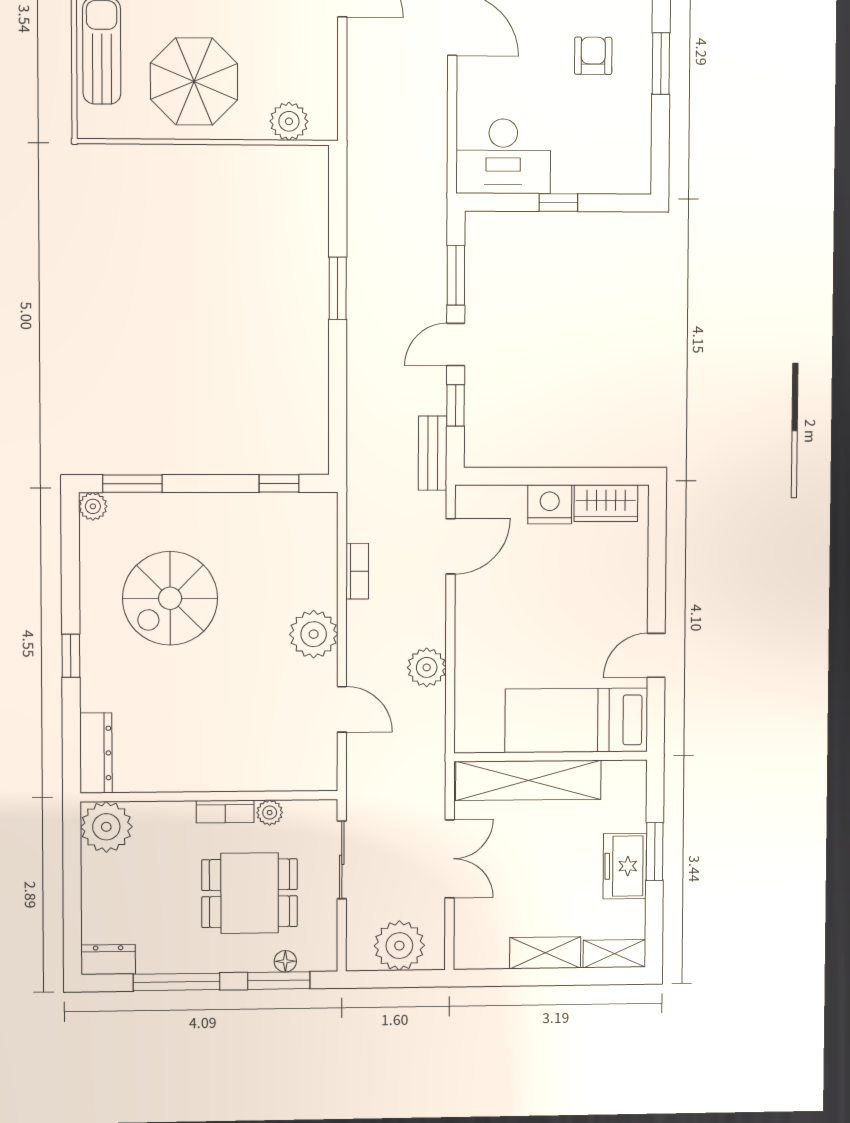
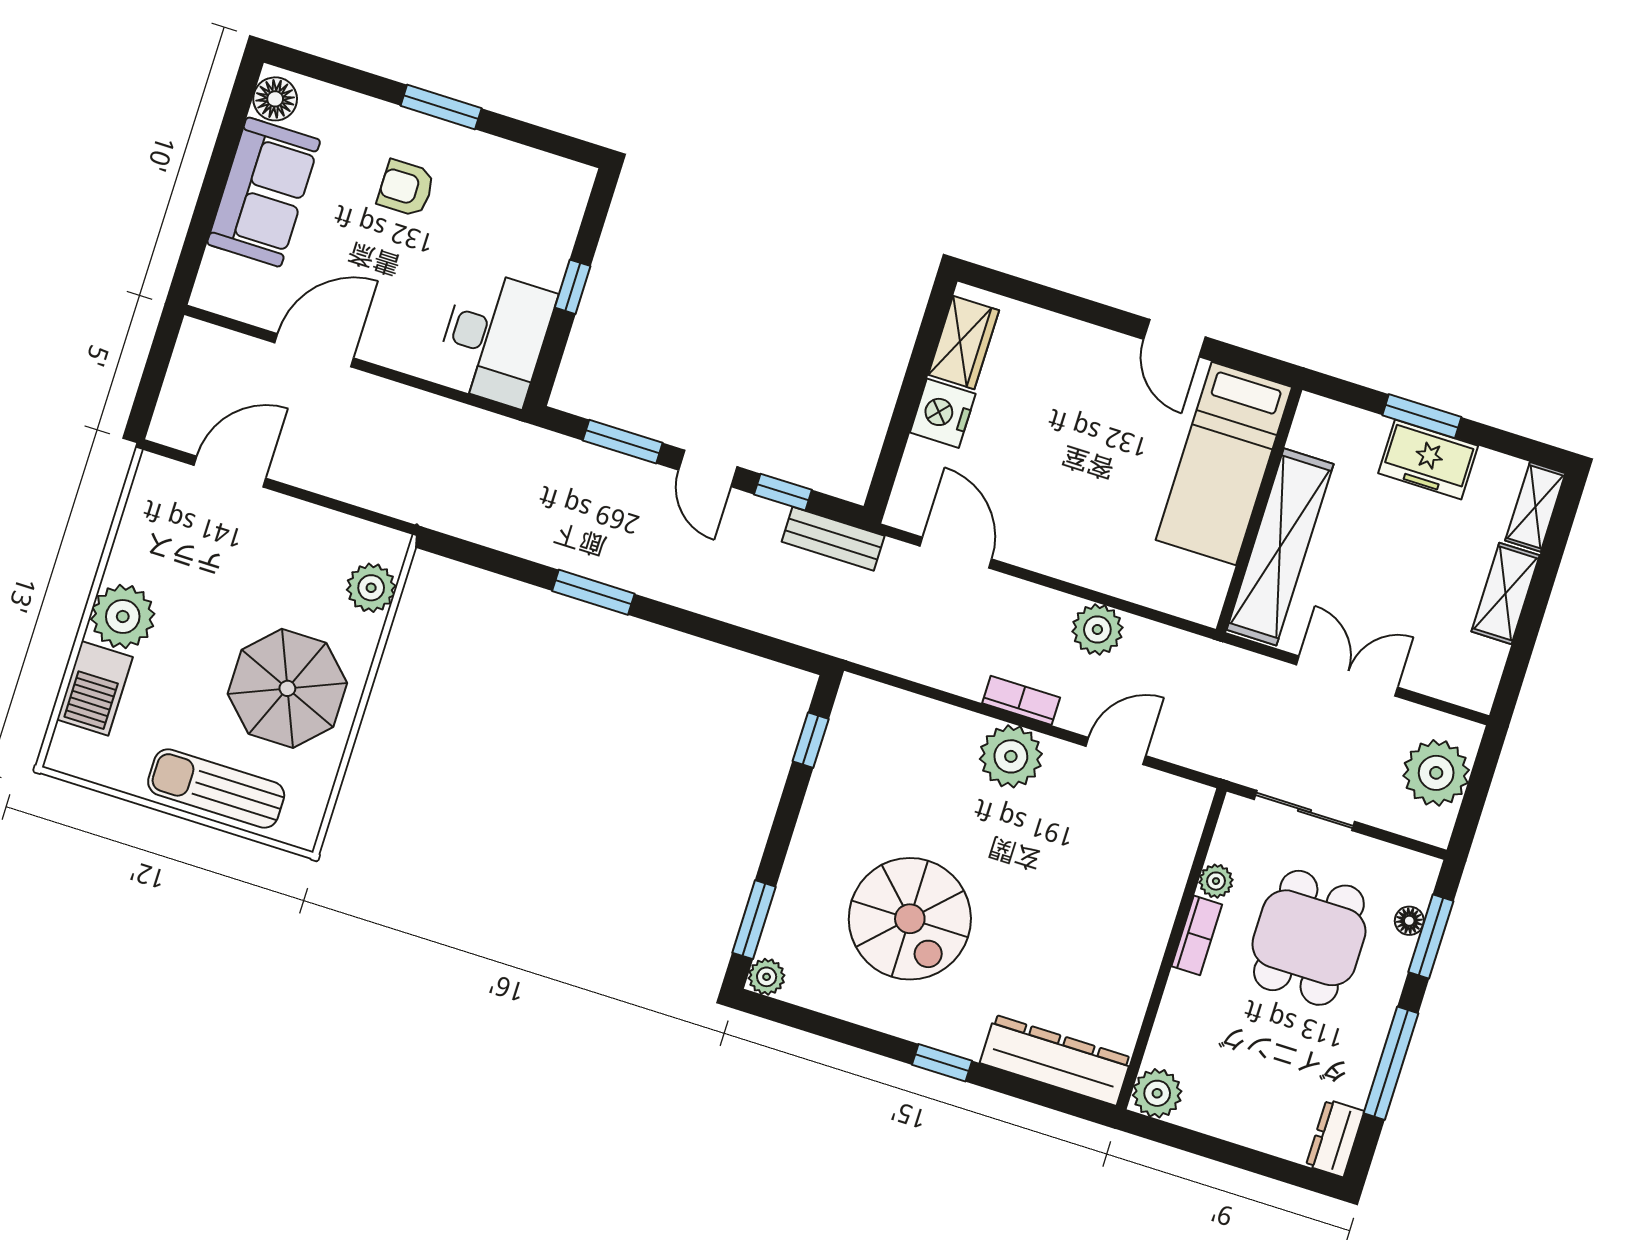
bookcase: (357, 571) -> (1021, 700), moved
dresser: (96, 753) -> (1056, 1060), width x1.37, depth x1.24
plant: (106, 827) -> (1157, 1093), width x0.73, depth x0.73

